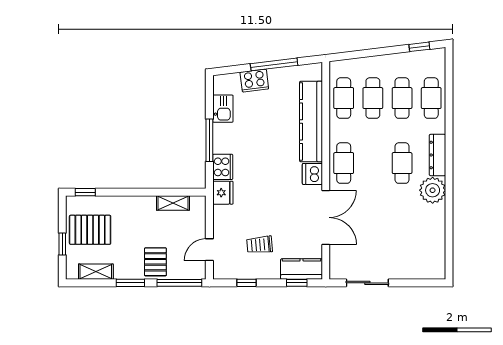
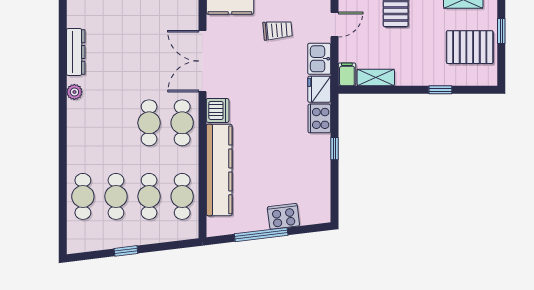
window: (419, 47) -> (126, 251), moved
kitchen sink: (223, 109) -> (319, 59), moved
window: (209, 140) -> (334, 149), width x0.46
dresser: (438, 155) -> (76, 52), moved
cafe table: (402, 163) -> (149, 123), moved
plant: (433, 190) -> (74, 92), width x0.53, depth x0.53
window: (85, 192) -> (440, 90), moved
filing cabinet: (198, 206) -> (347, 74), added

